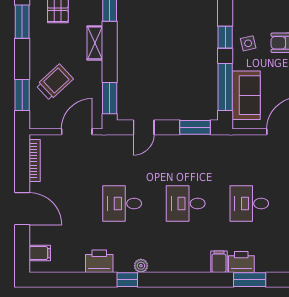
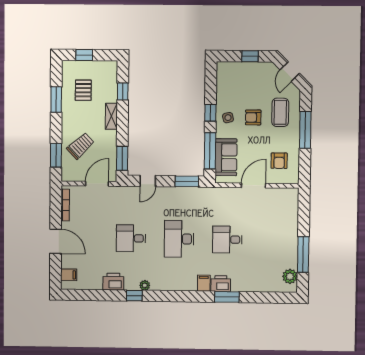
desk: (186, 204) -> (179, 239), width x1.37

